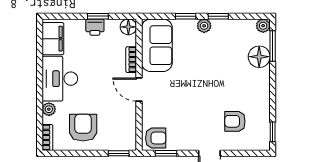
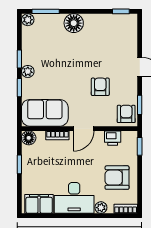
printer: (95, 27) -> (113, 138), moved, turned 90
floor lamp: (259, 57) -> (74, 23), moved
armchair: (235, 121) -> (100, 87), moved, turned 180

